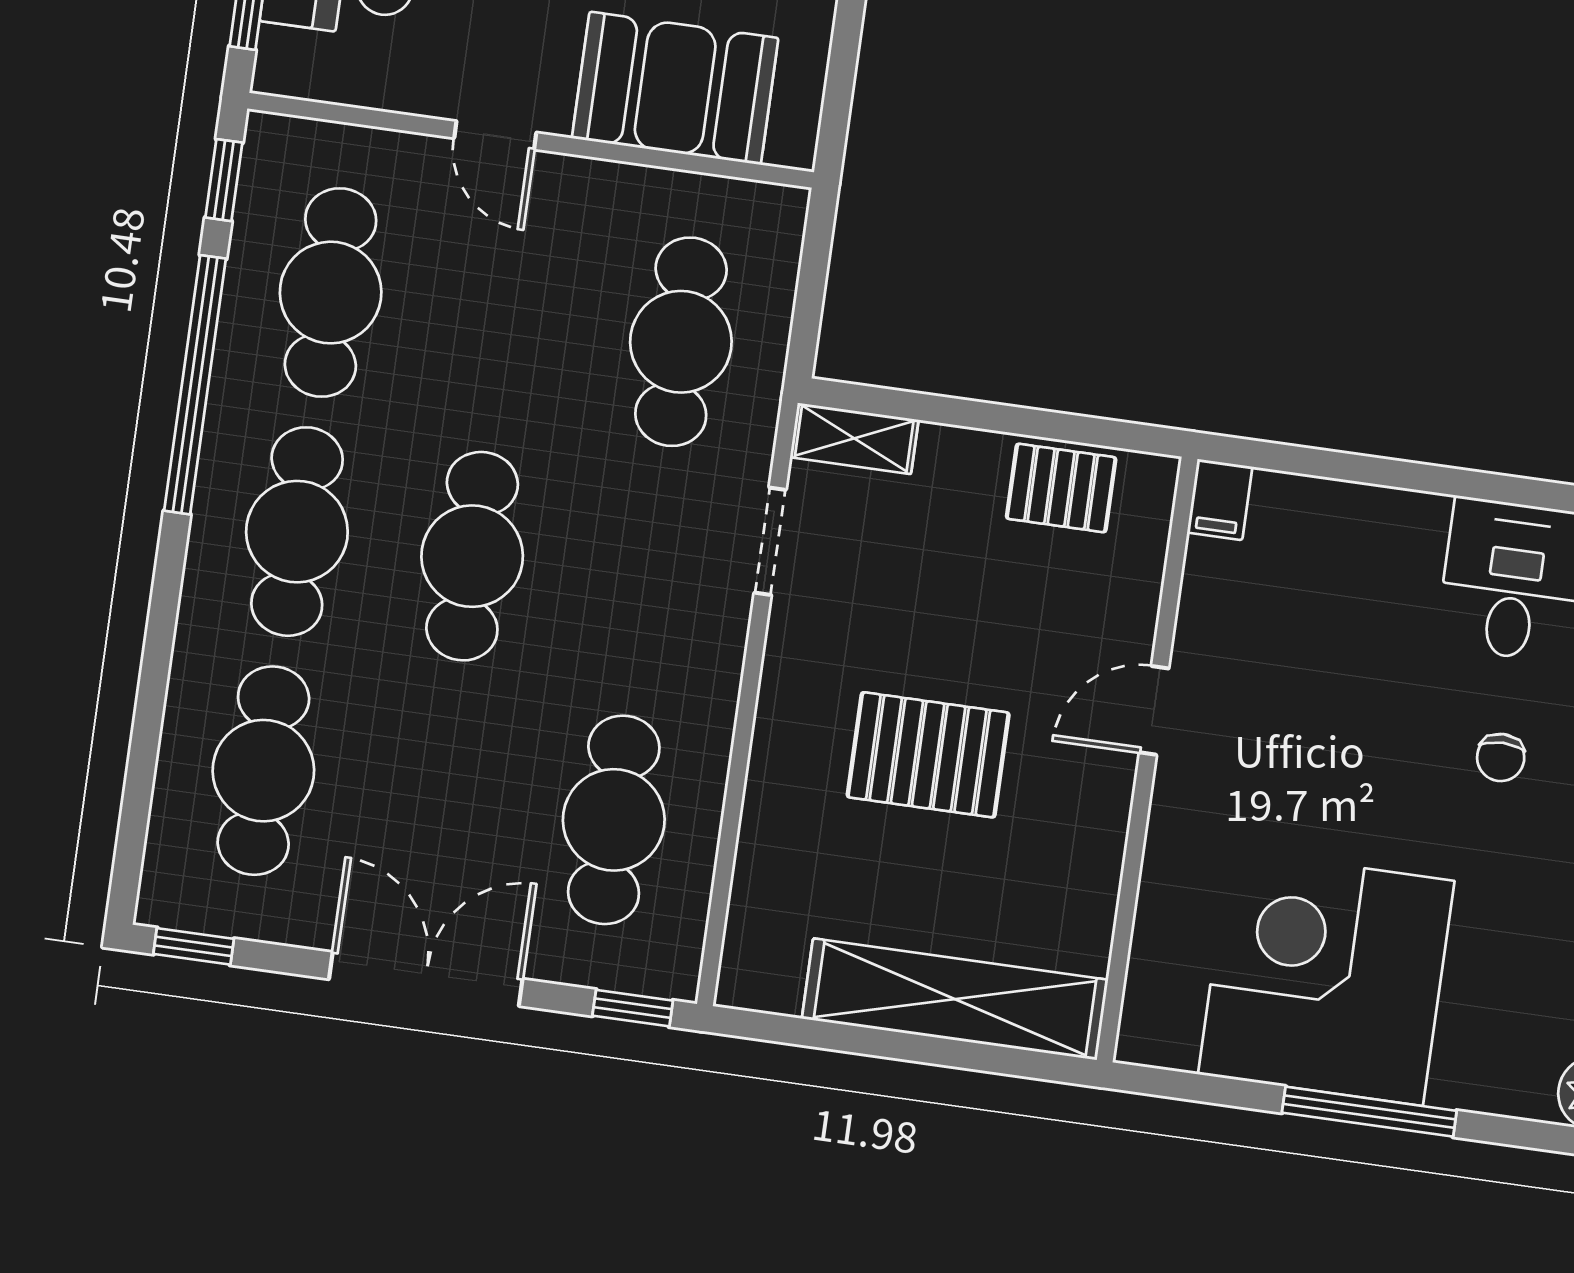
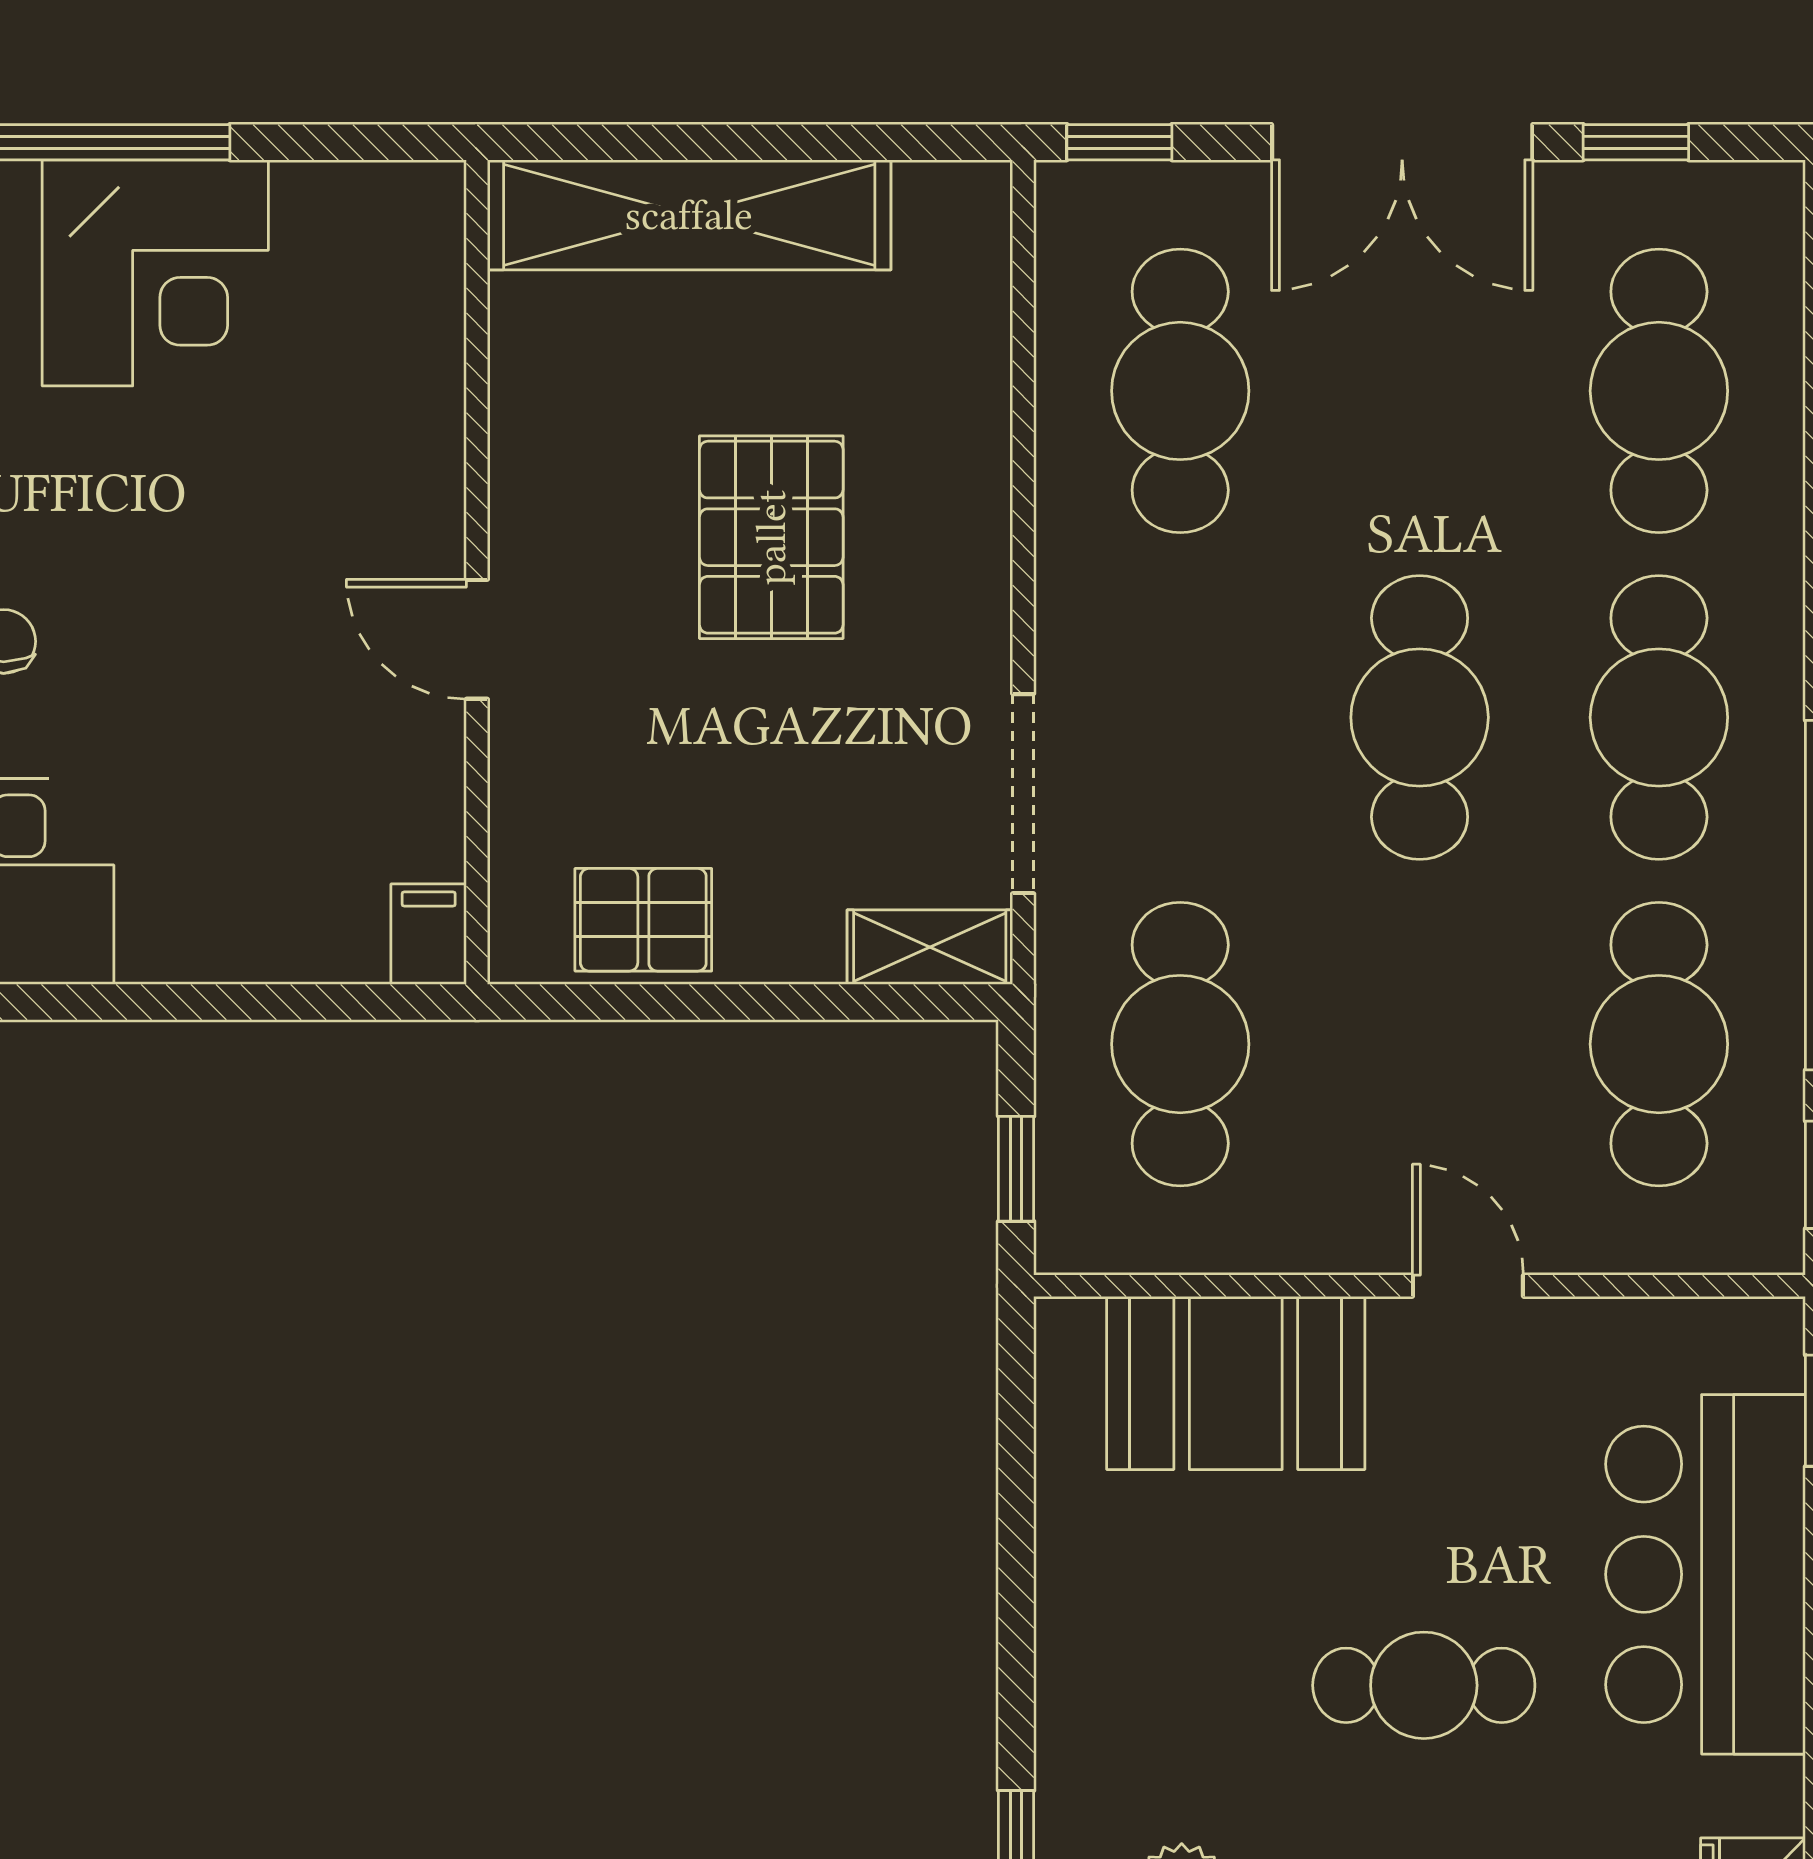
window: (814, 267) -> (1016, 1169), added
doorway: (770, 541) -> (1023, 794), width x1.38
door: (1154, 710) -> (477, 639), swing flipped
pallet: (928, 755) -> (771, 537), turned 90
window: (194, 946) -> (1636, 142), moved
corner desk: (1326, 978) -> (155, 273), width x0.74, depth x0.74

